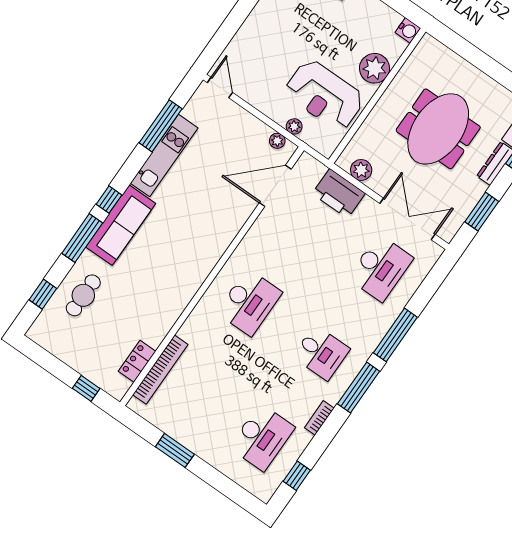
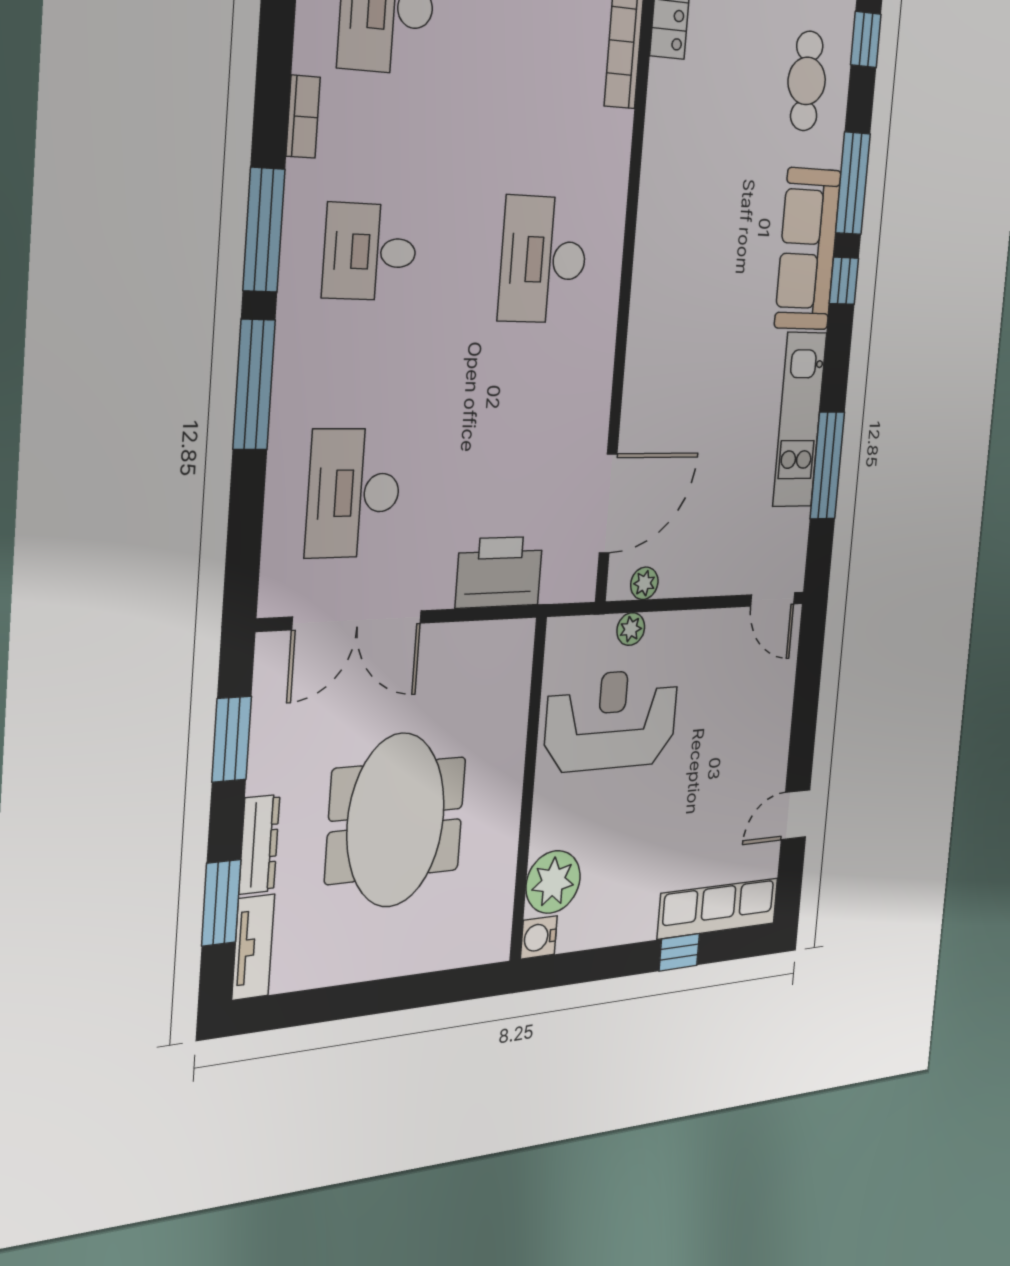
plant: (375, 68) -> (553, 882), moved
plant: (361, 170) -> (485, 643), removed

